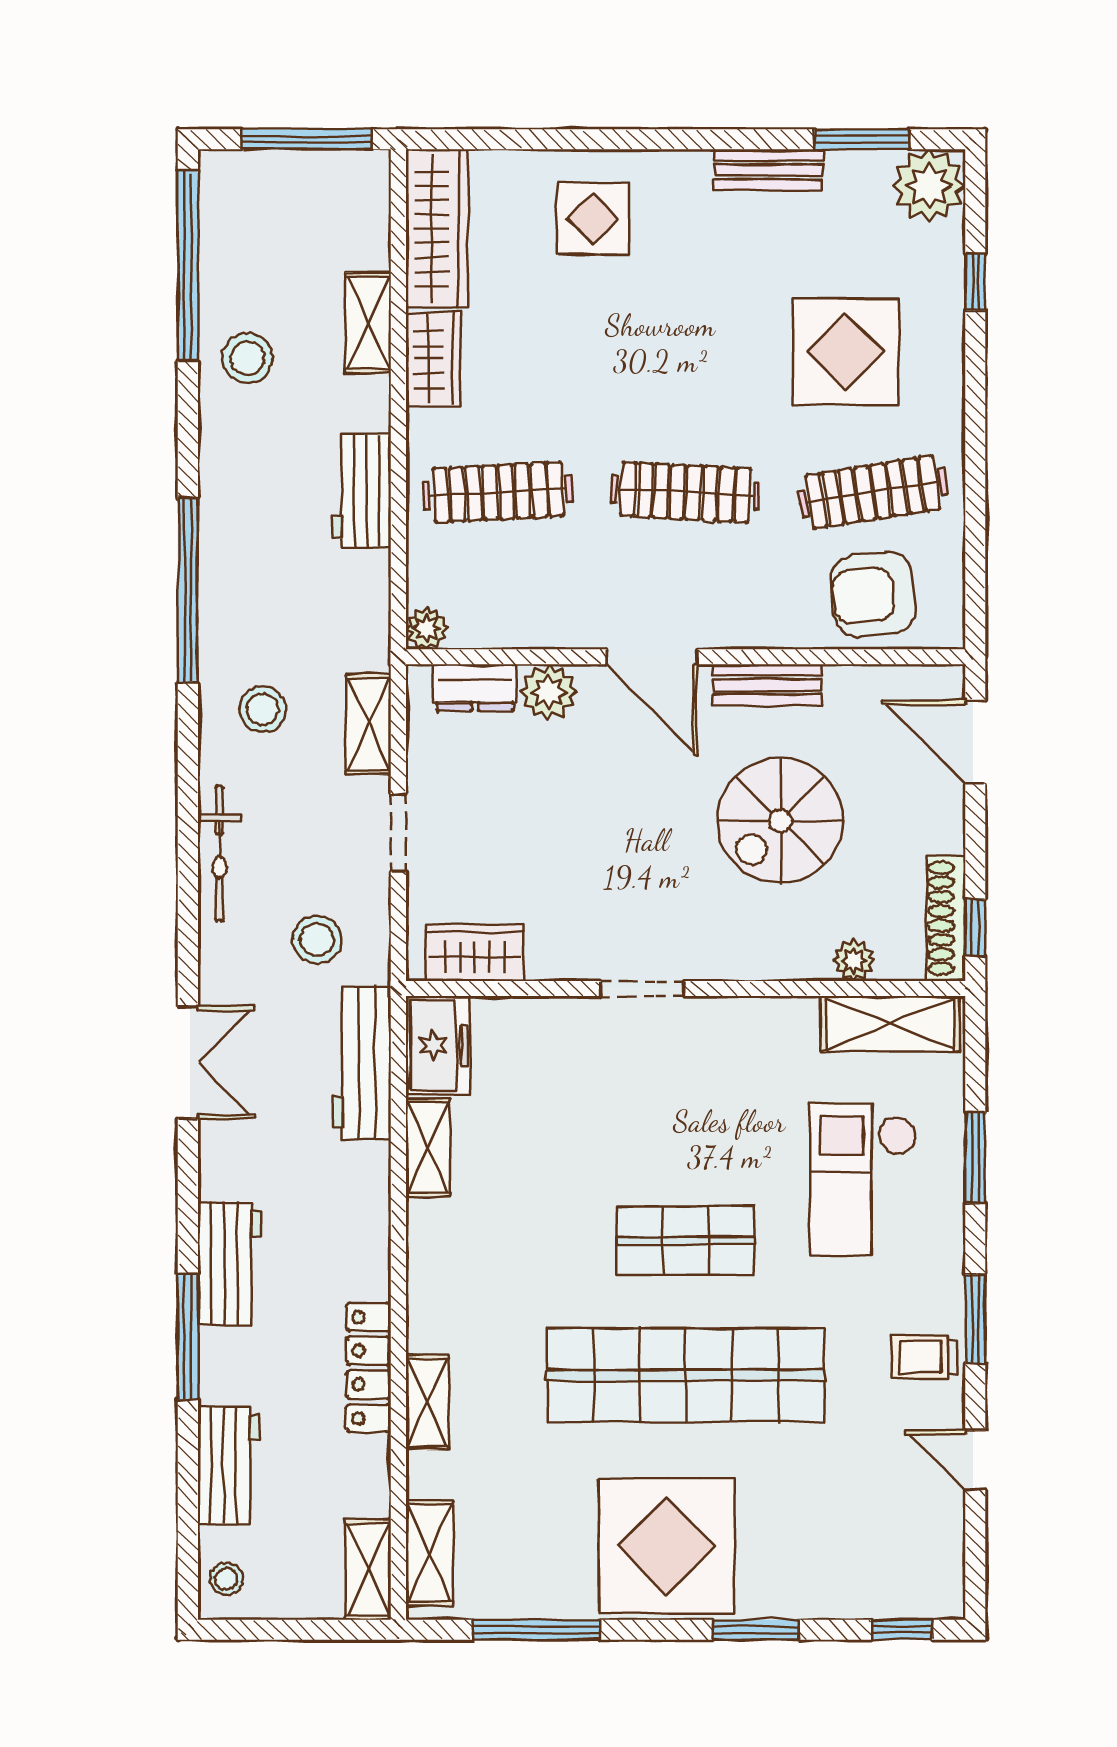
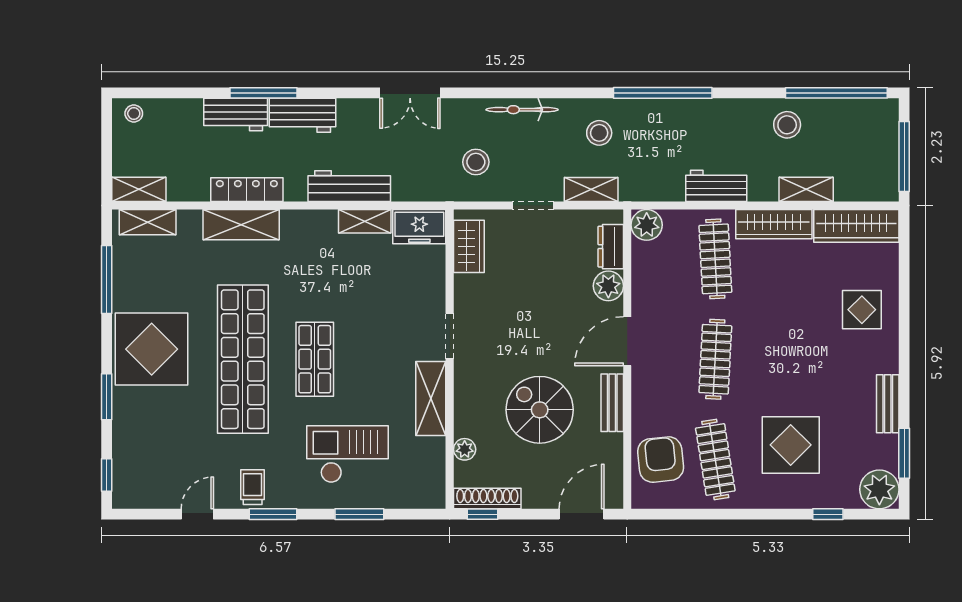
wardrobe: (433, 359) -> (774, 224), width x1.50
plant: (427, 628) -> (647, 225), width x1.38, depth x1.38
shelving: (890, 1024) -> (431, 398), moved
workbench: (362, 1063) -> (349, 186), moved
shelving: (427, 1402) -> (241, 225), width x1.50, depth x1.33
workbench: (228, 1465) -> (236, 115), moved

